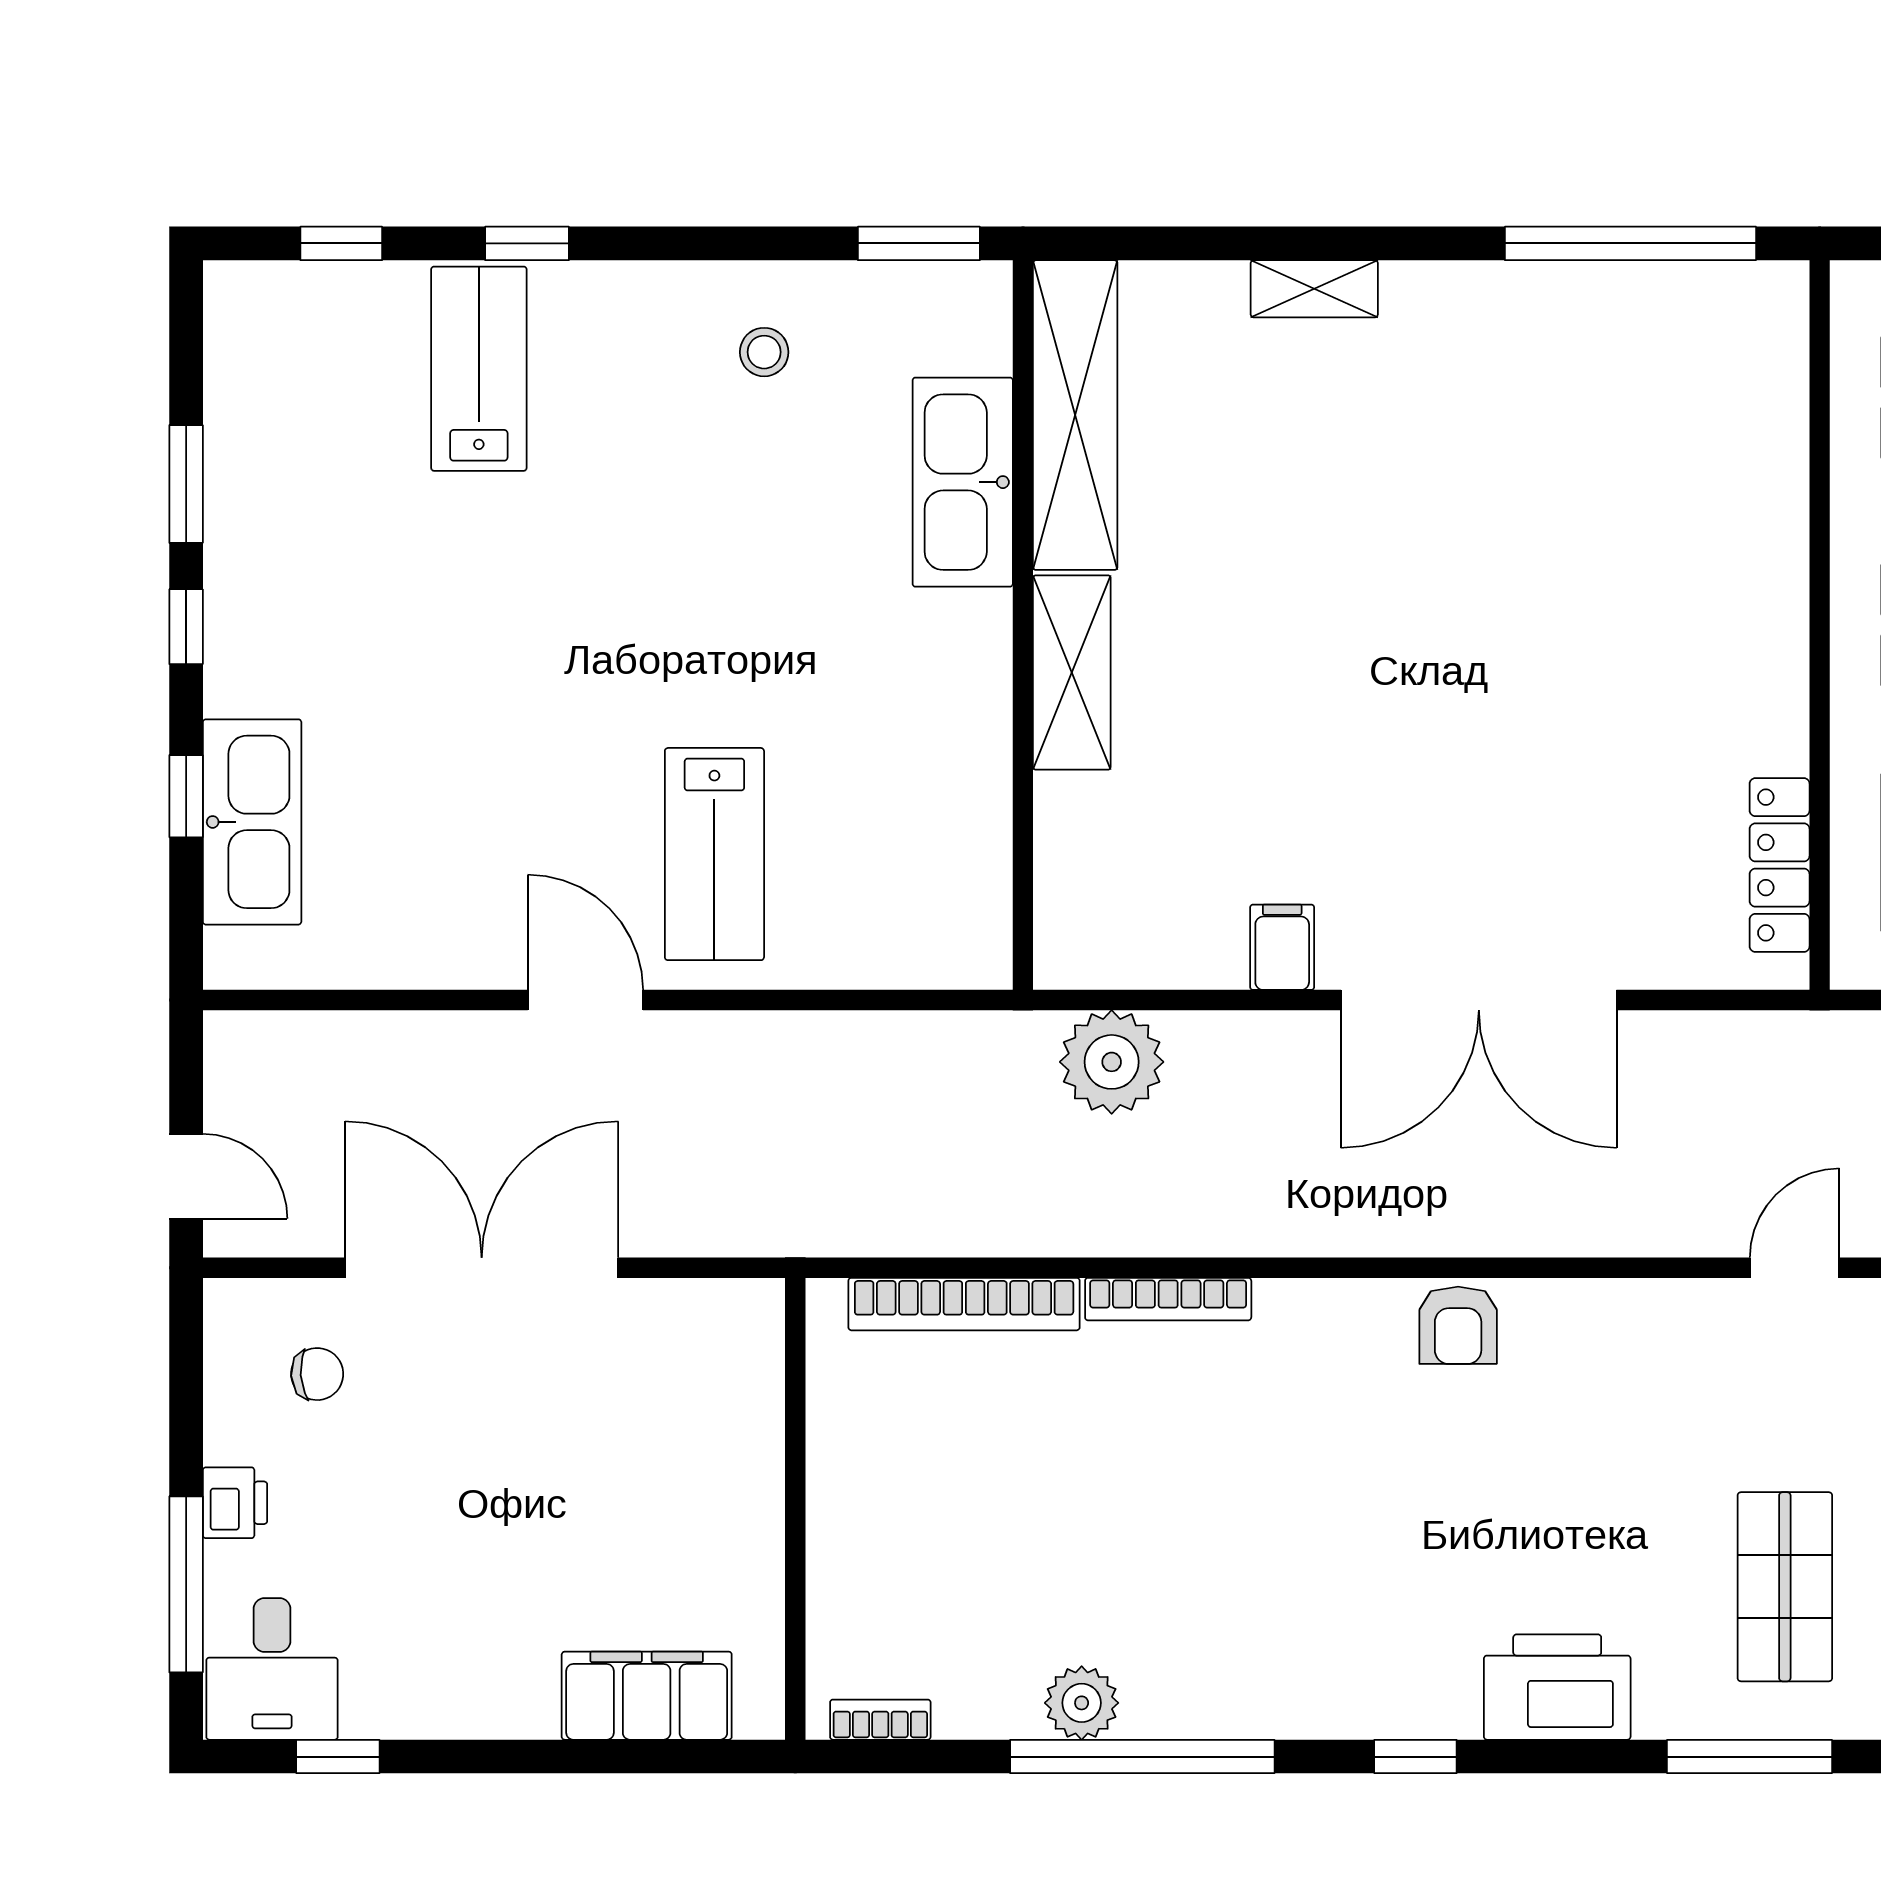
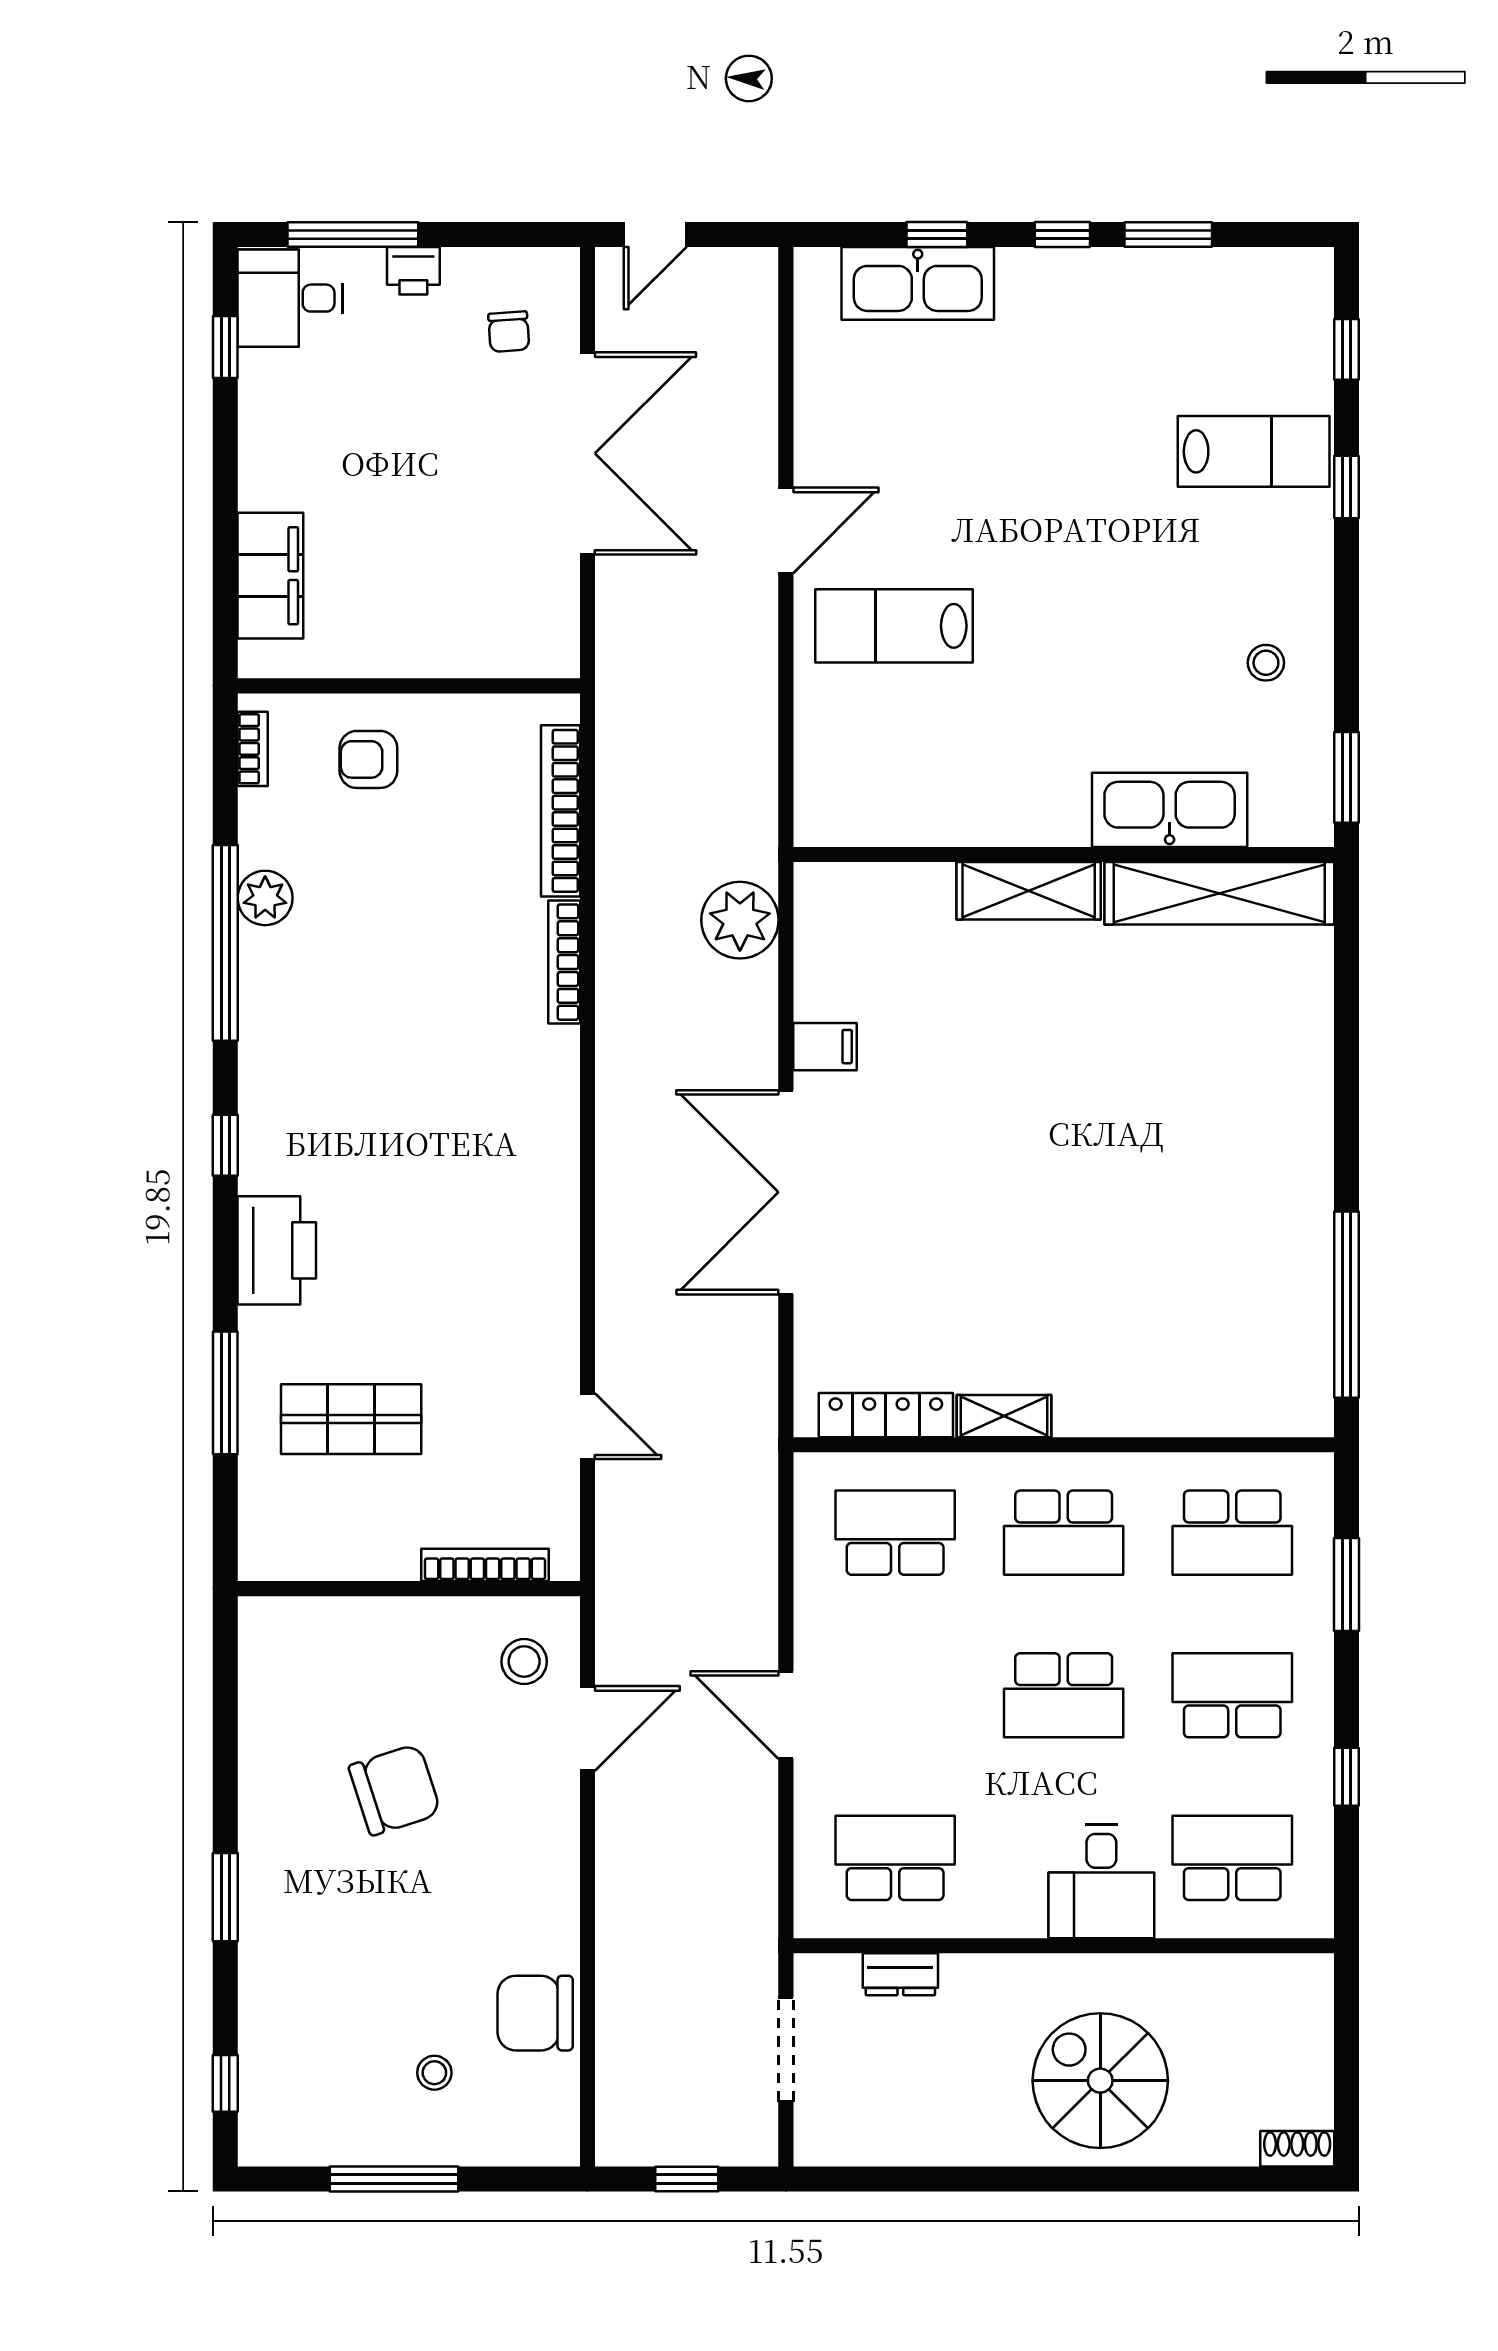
shelving: (1314, 289) -> (1004, 1416), moved, turned 90
armchair: (1458, 1325) -> (368, 759), moved

